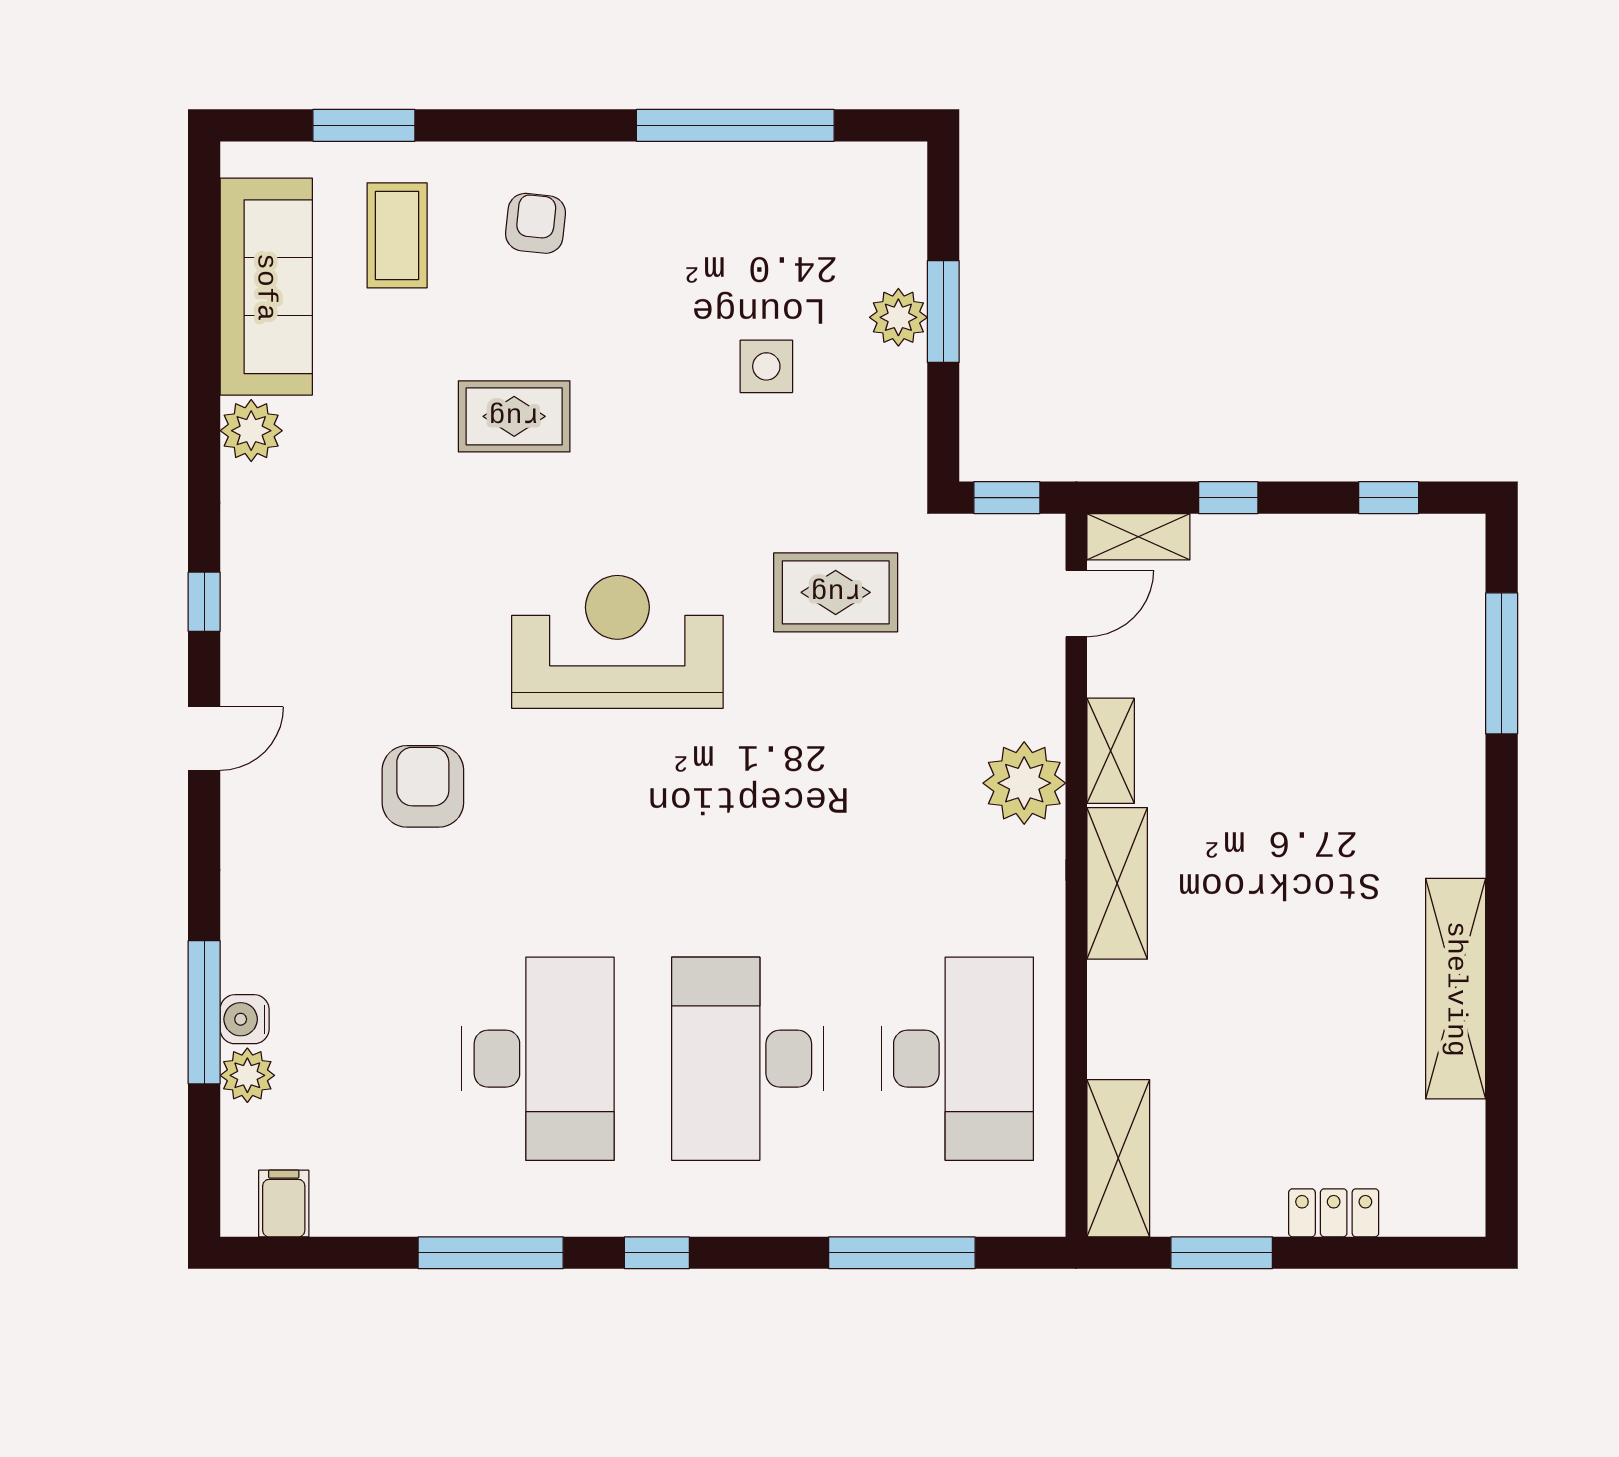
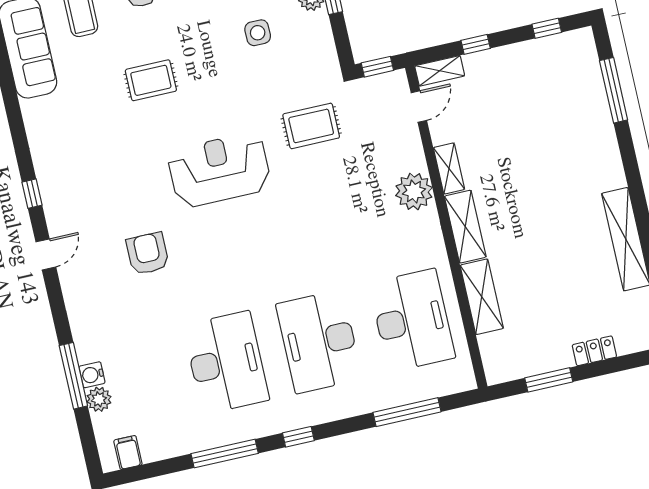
plant: (251, 431) -> (36, 113), removed
shelving: (1118, 1158) -> (482, 297), moved

